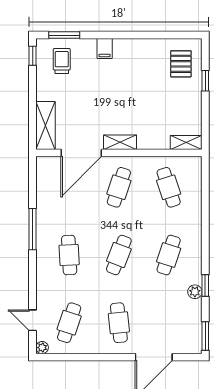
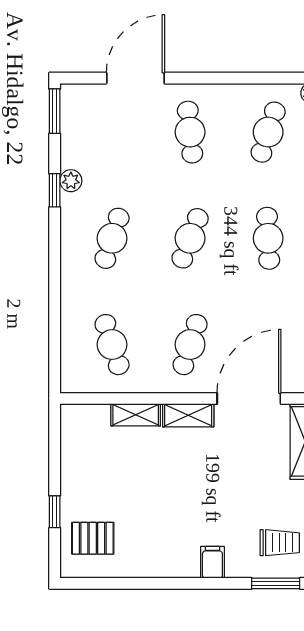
trolley: (62, 61) -> (280, 543), turned -90
pallet: (181, 64) -> (93, 538), turned 90
shelving: (186, 142) -> (136, 415), moved

